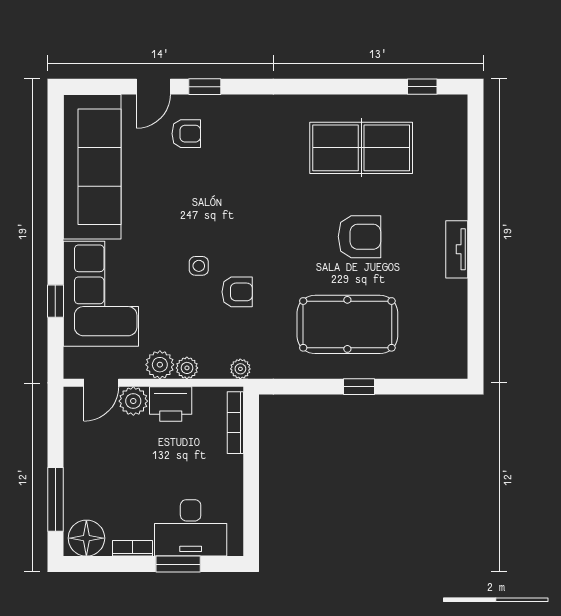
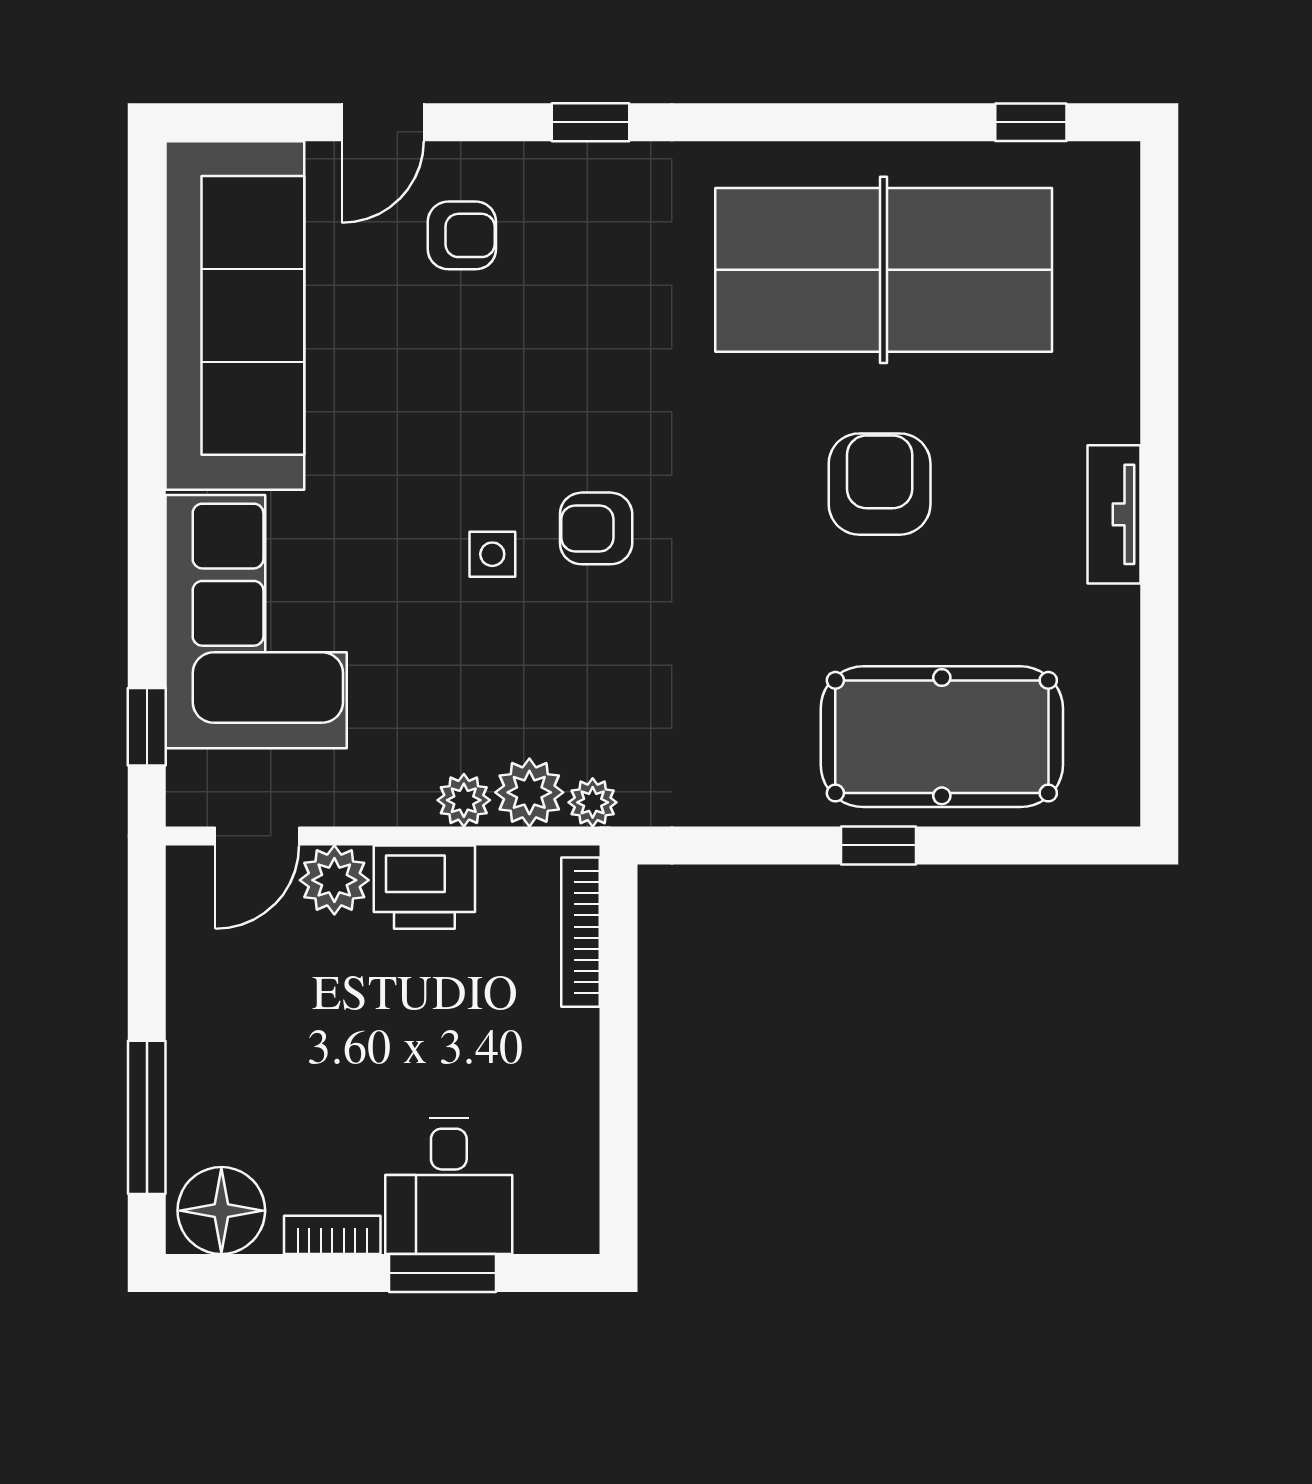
window: (205, 87) -> (590, 122), moved
table tennis table: (361, 148) -> (884, 270), width x1.36, depth x1.32
armchair: (359, 237) -> (880, 484), turned -90
armchair: (237, 292) -> (596, 528), moved, turned 180
window: (55, 301) -> (147, 727), moved
pool table: (347, 324) -> (942, 737), moved
plant: (160, 365) -> (529, 792), moved
desk: (191, 528) -> (449, 1186), width x0.73

